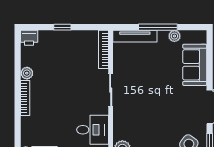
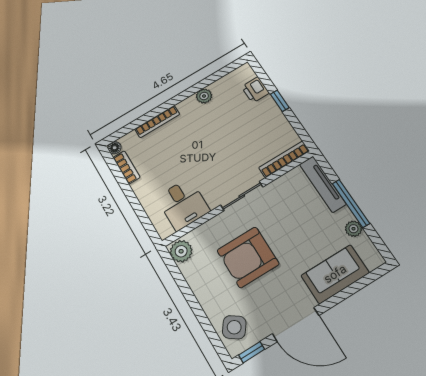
printer: (29, 38) -> (255, 90), moved
bookcase: (25, 98) -> (157, 122), moved
armchair: (152, 110) -> (248, 257), added

